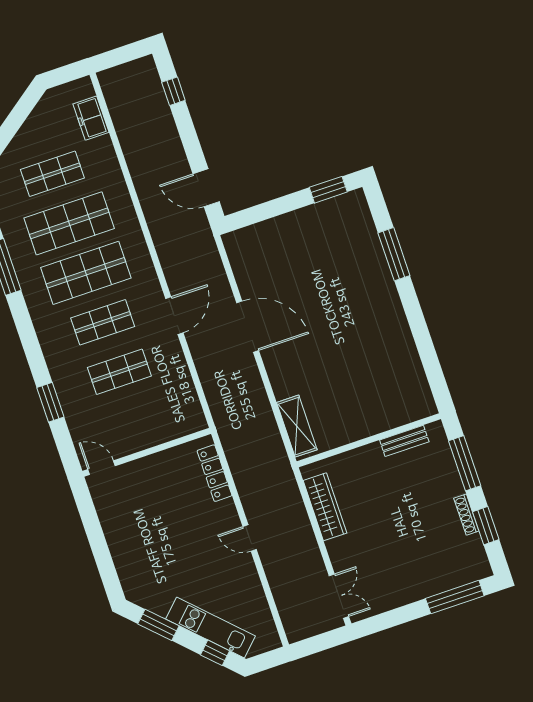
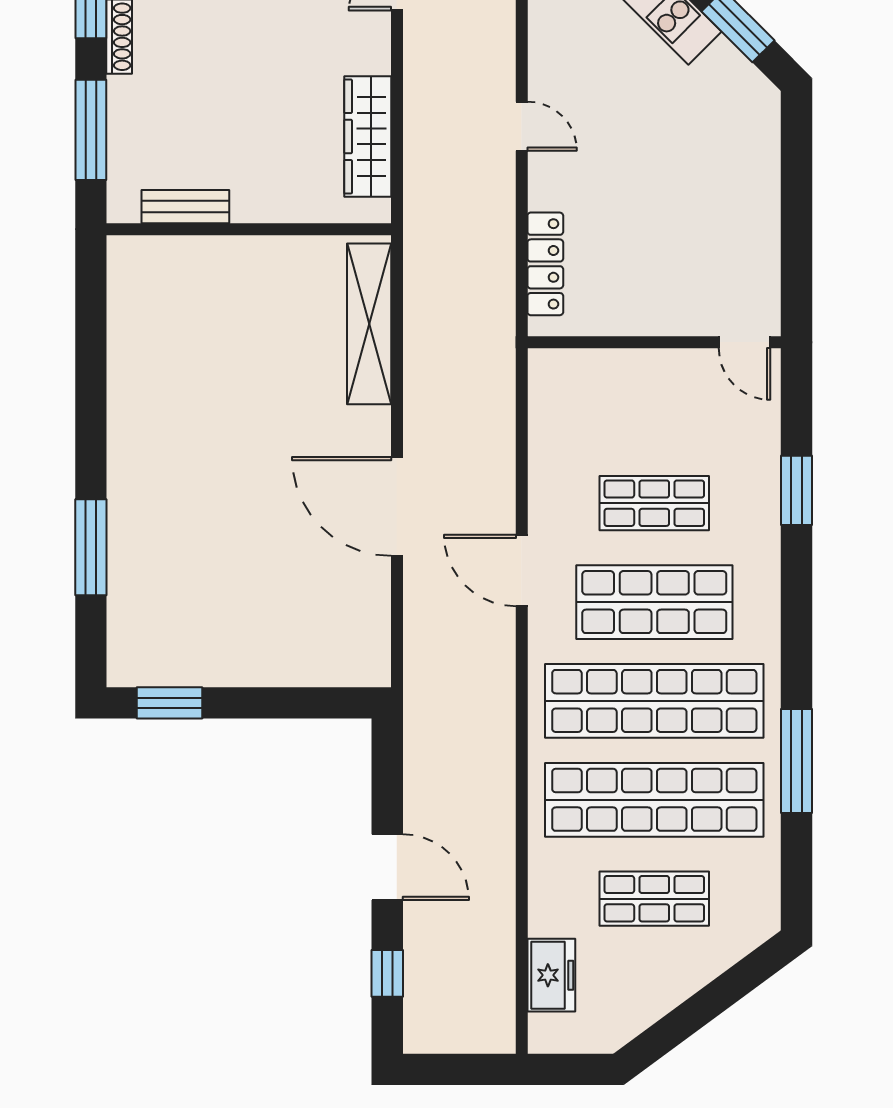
door: (206, 188) -> (387, 867), moved
shop shelf: (69, 223) -> (654, 800), width x1.40
shop shelf: (86, 273) -> (654, 701), width x1.40
door: (174, 316) -> (522, 570), hinge flipped
shop shelf: (103, 322) -> (654, 602), width x1.43, depth x1.36
shelving: (297, 426) -> (369, 324), width x1.47

